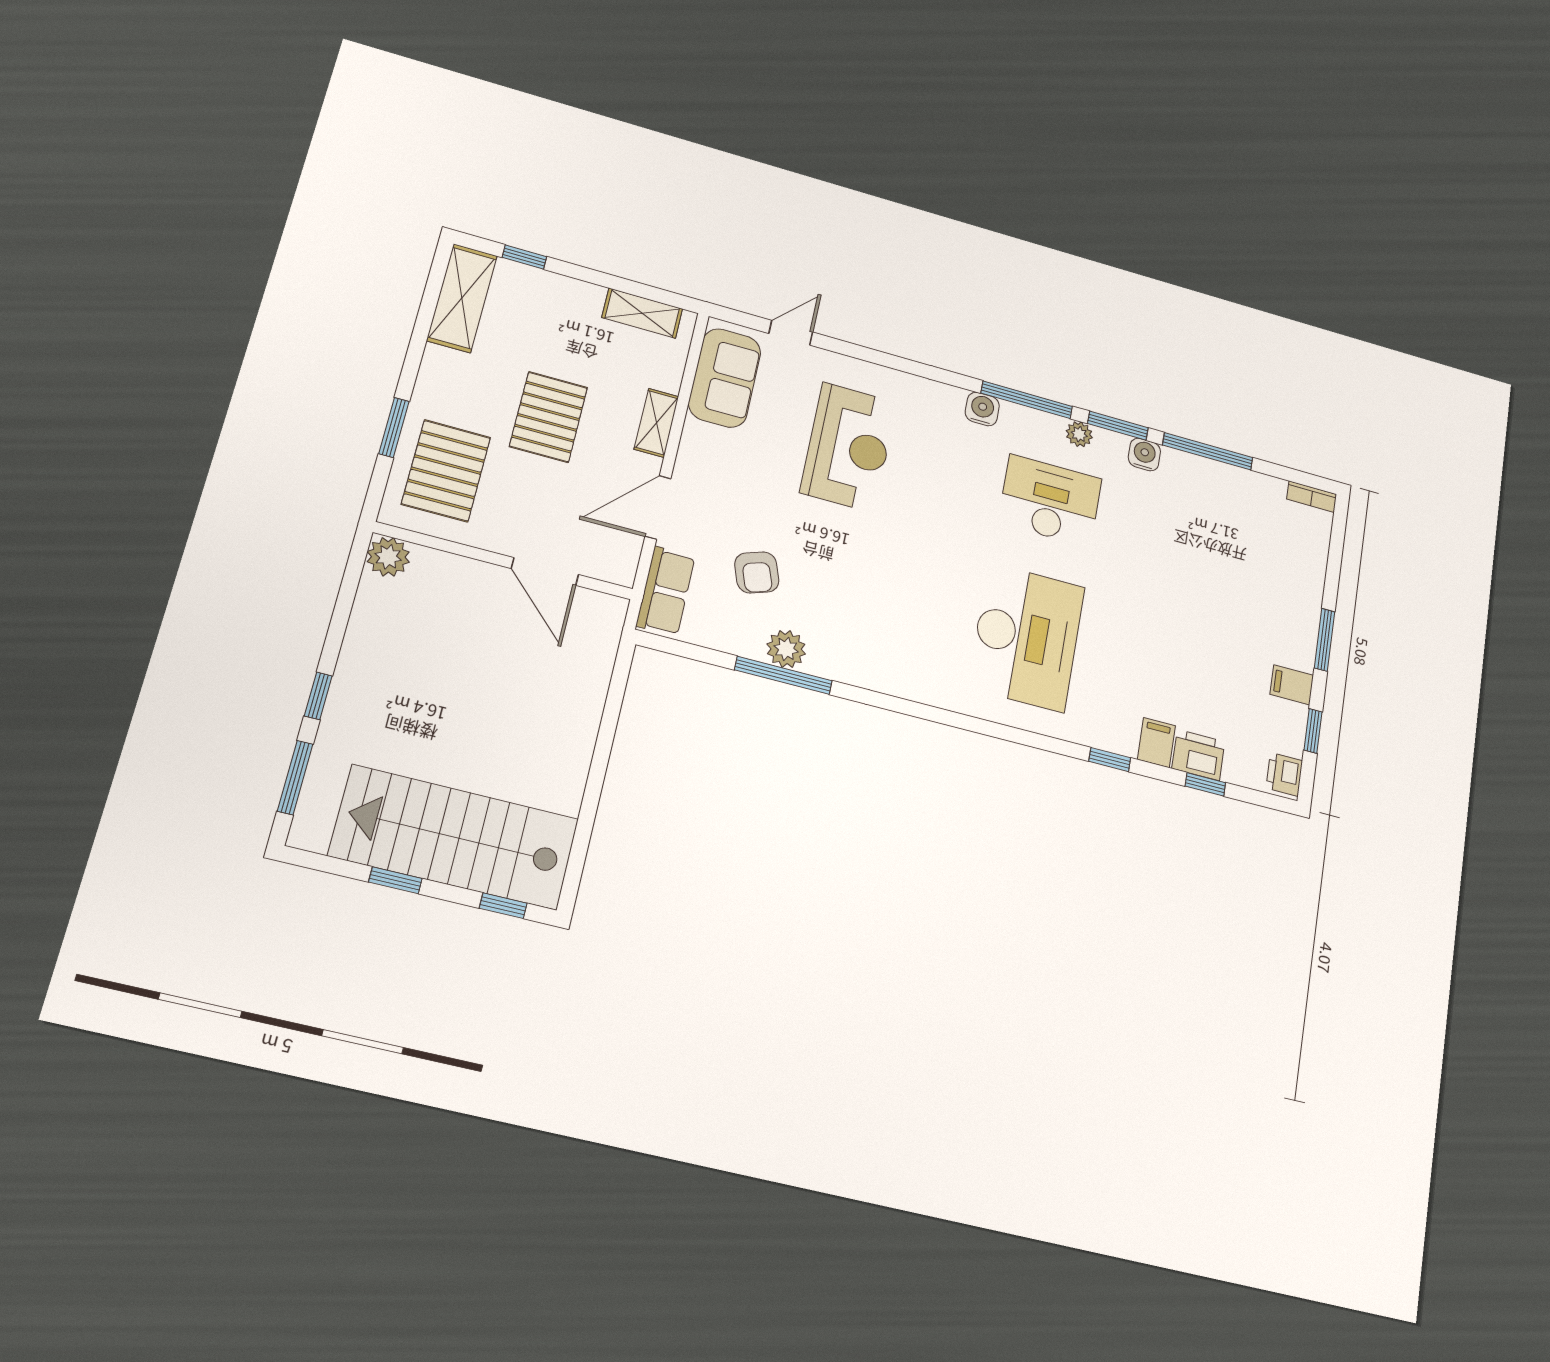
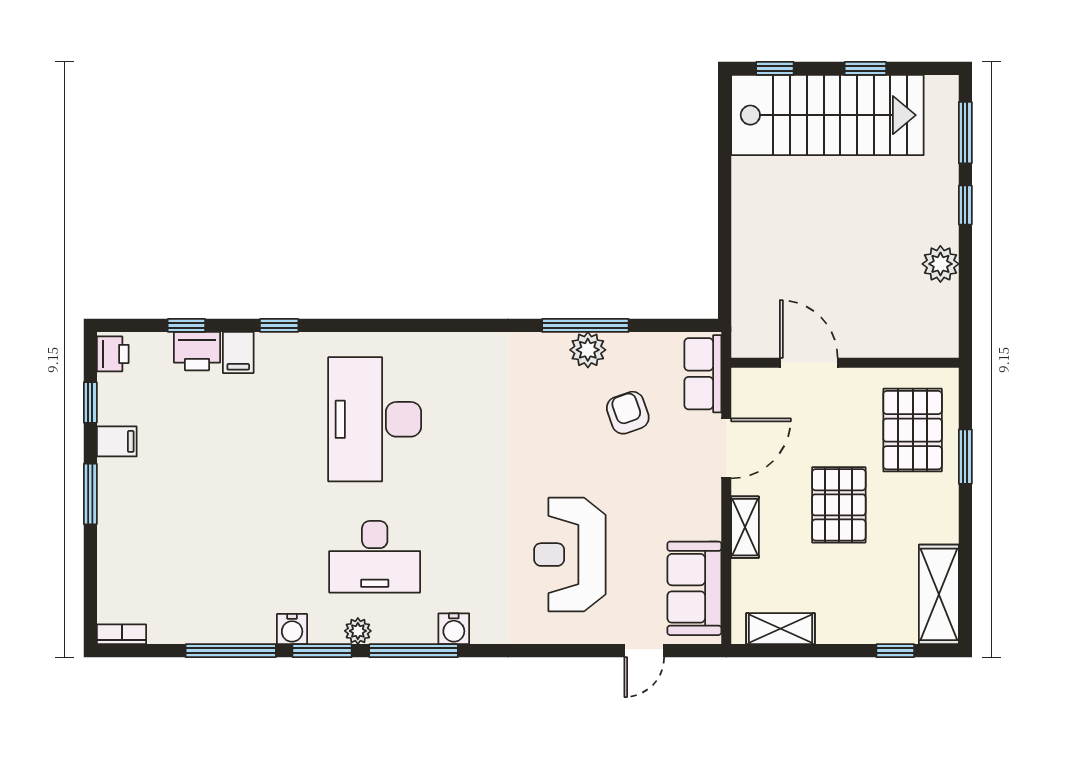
plant: (388, 557) -> (940, 264), moved

